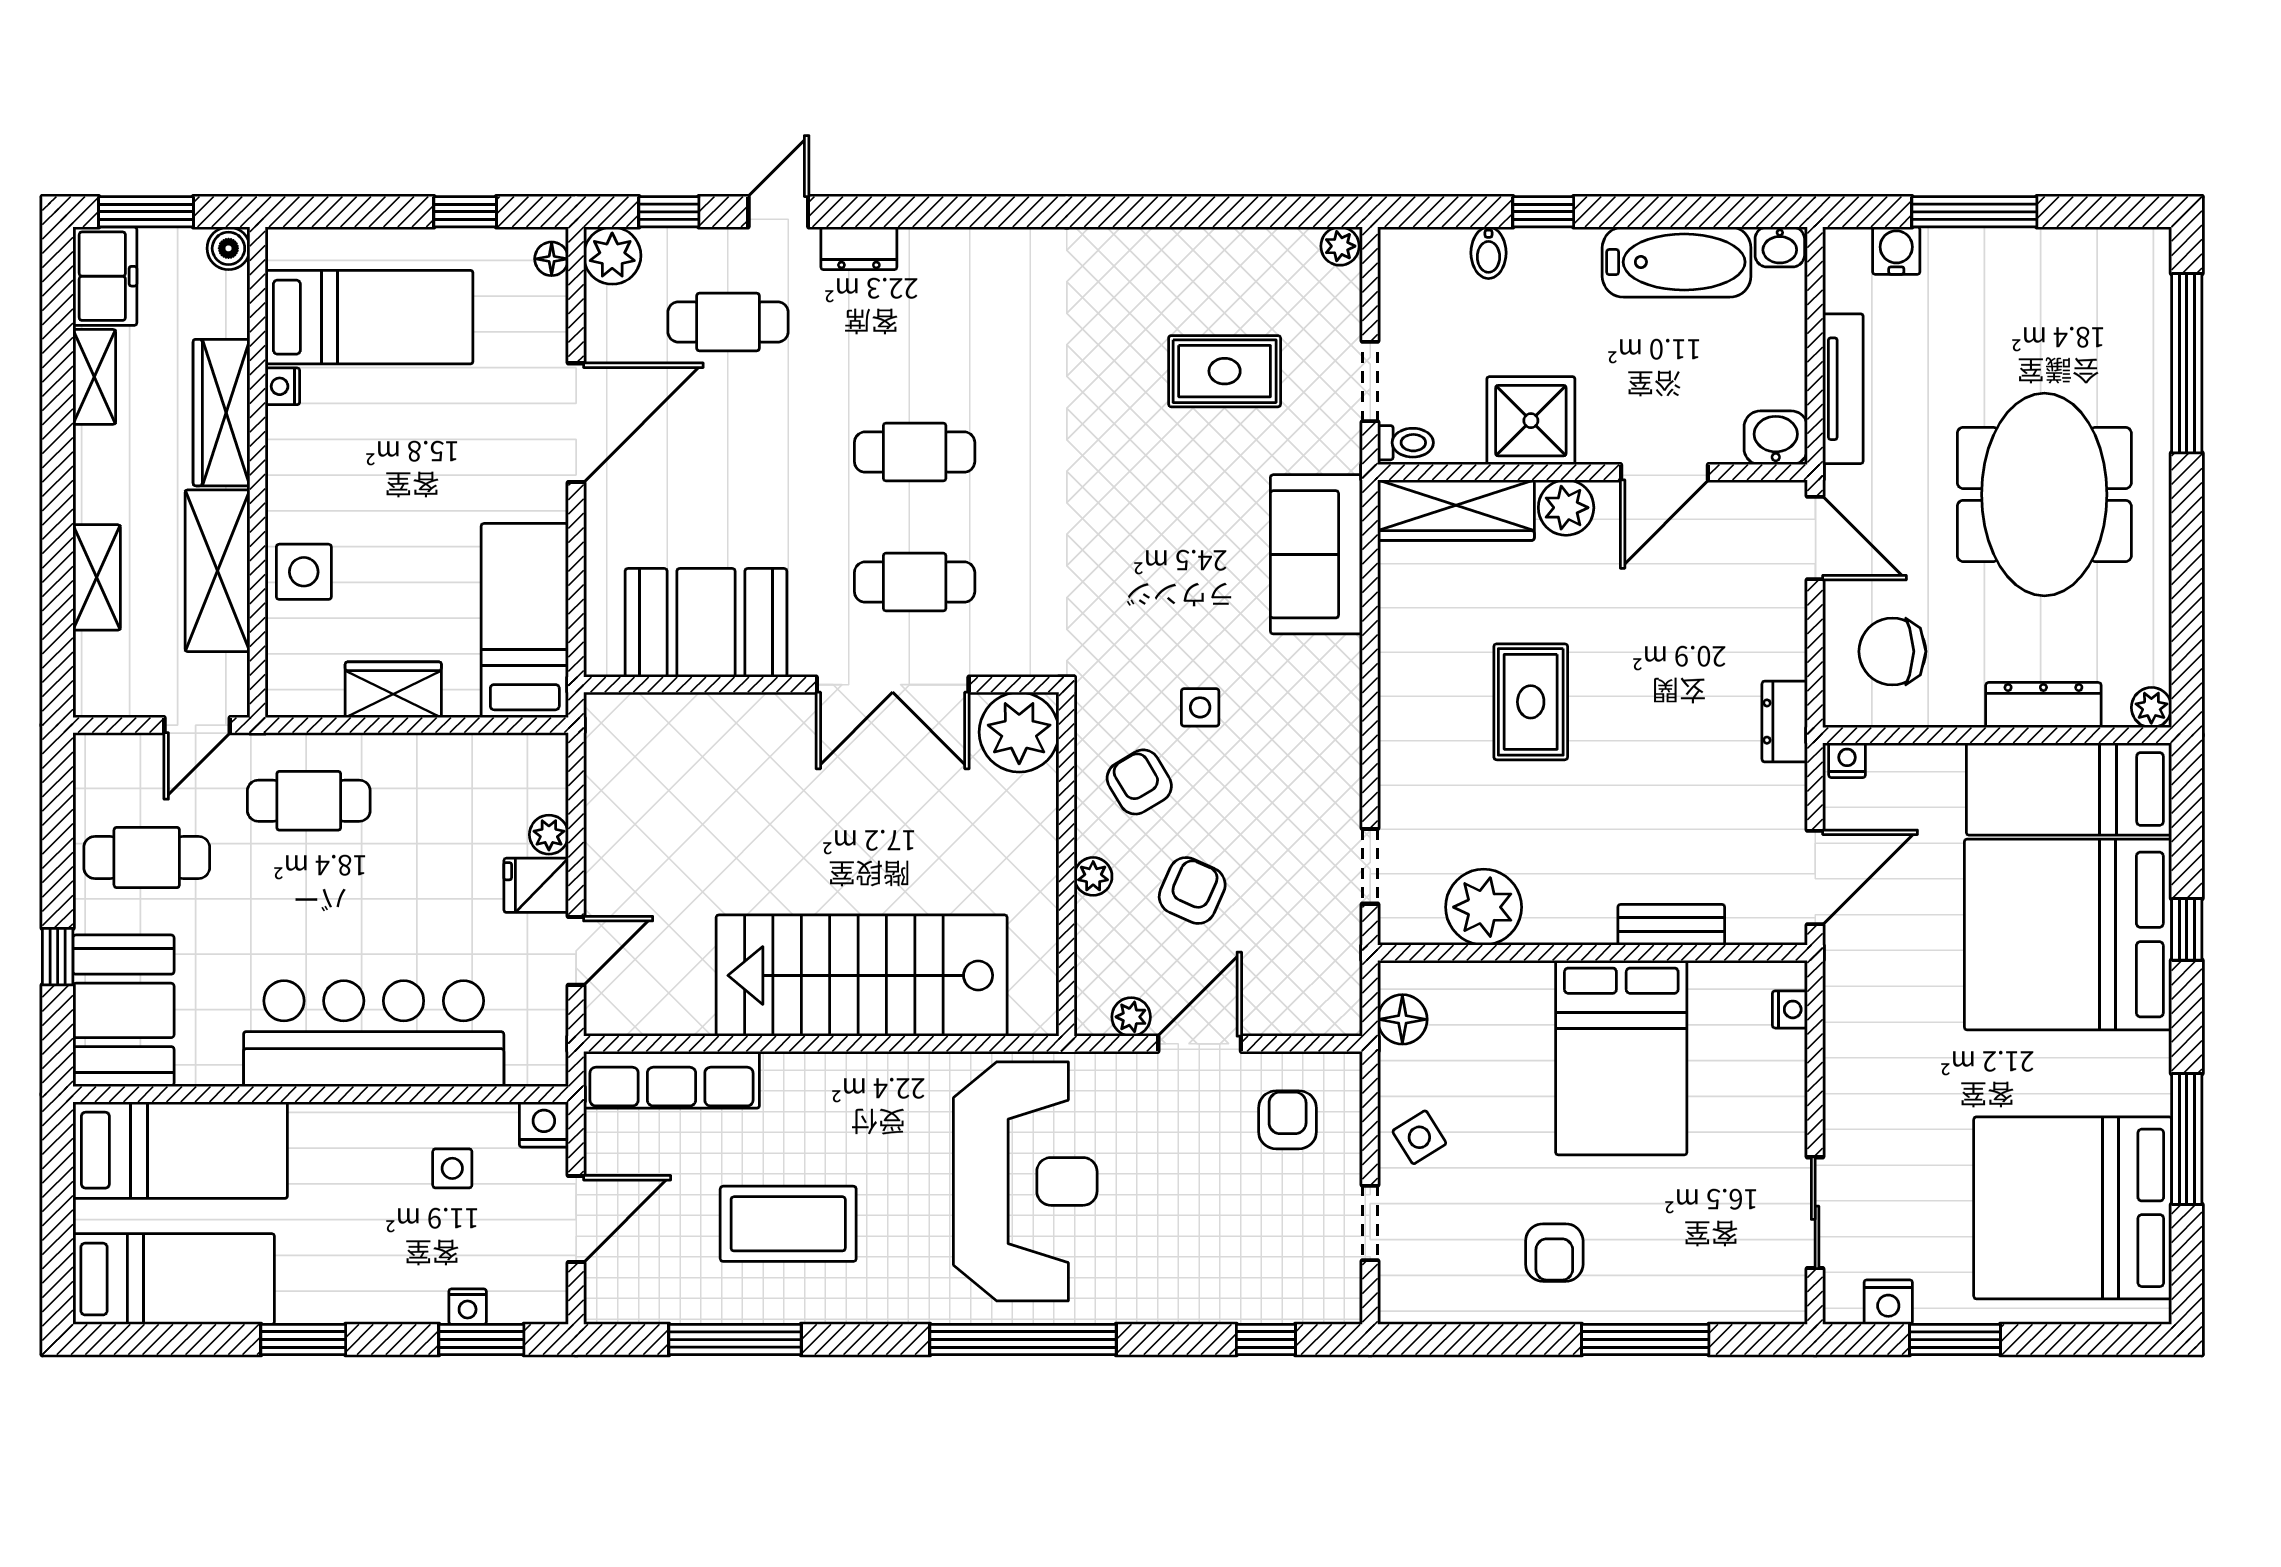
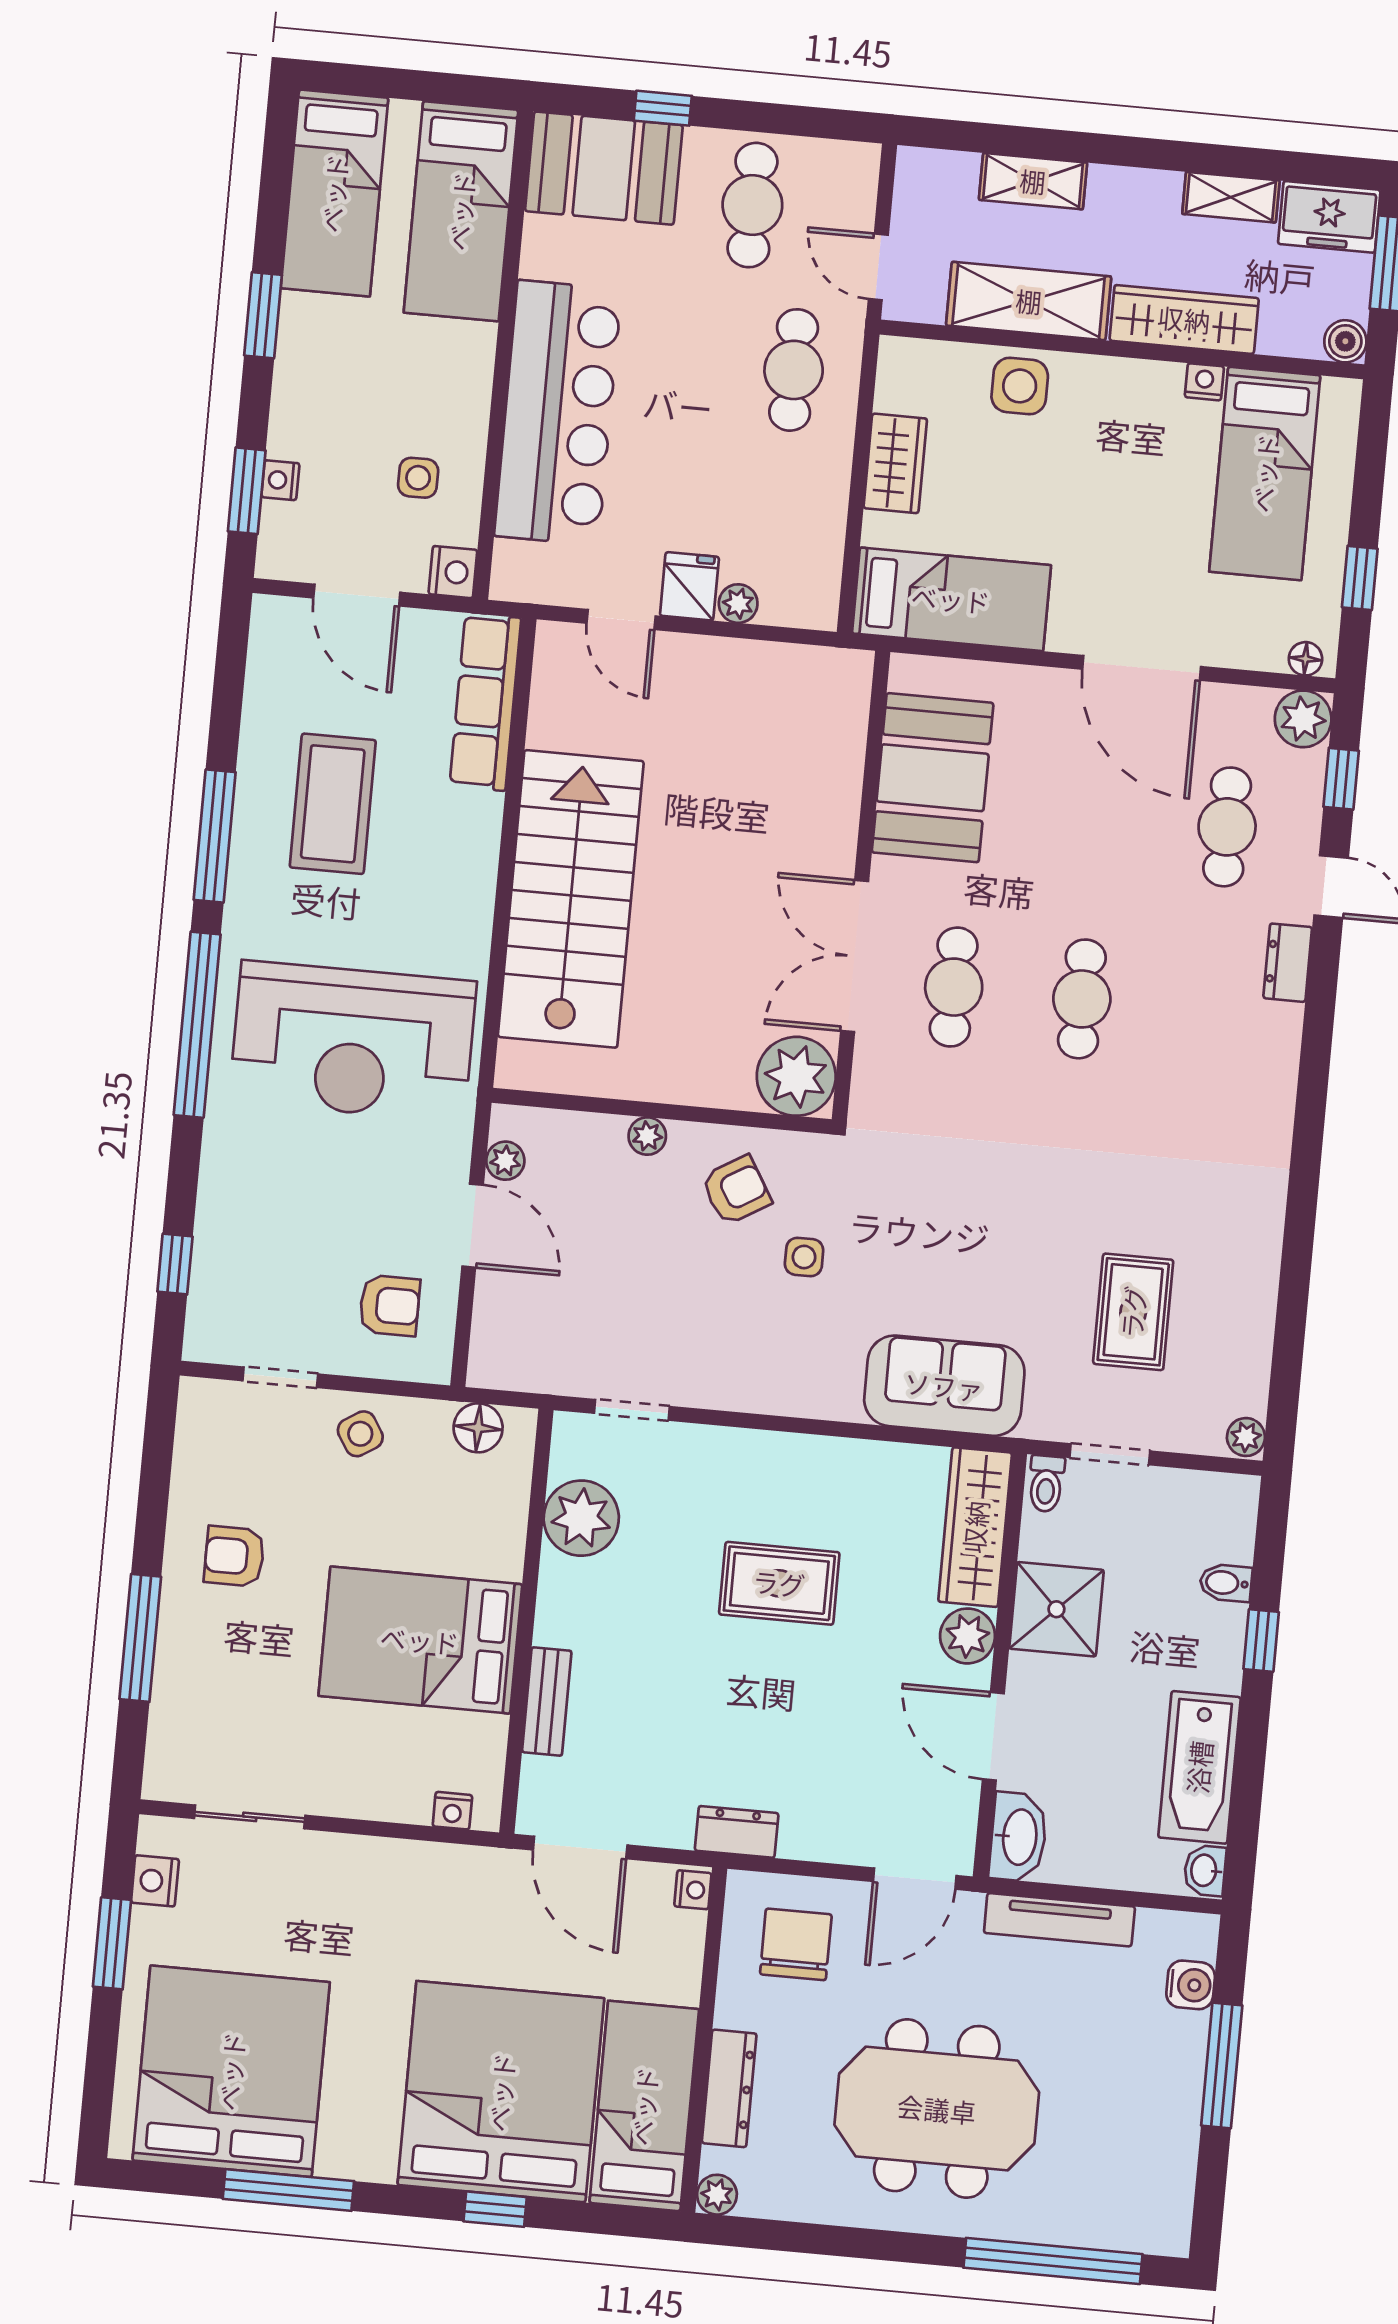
washbasin: (1776, 438) -> (1018, 1837), width x1.38
armchair: (1192, 890) -> (624, 1232), removed
window: (735, 1340) -> (215, 836), moved

